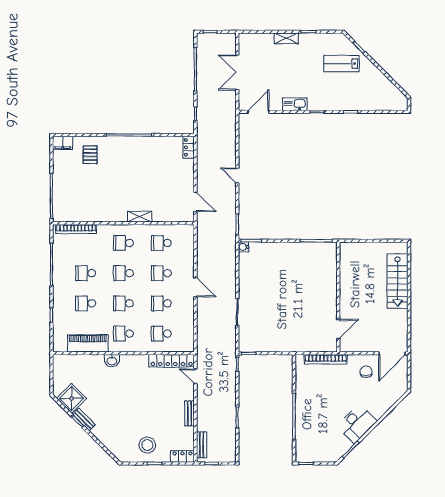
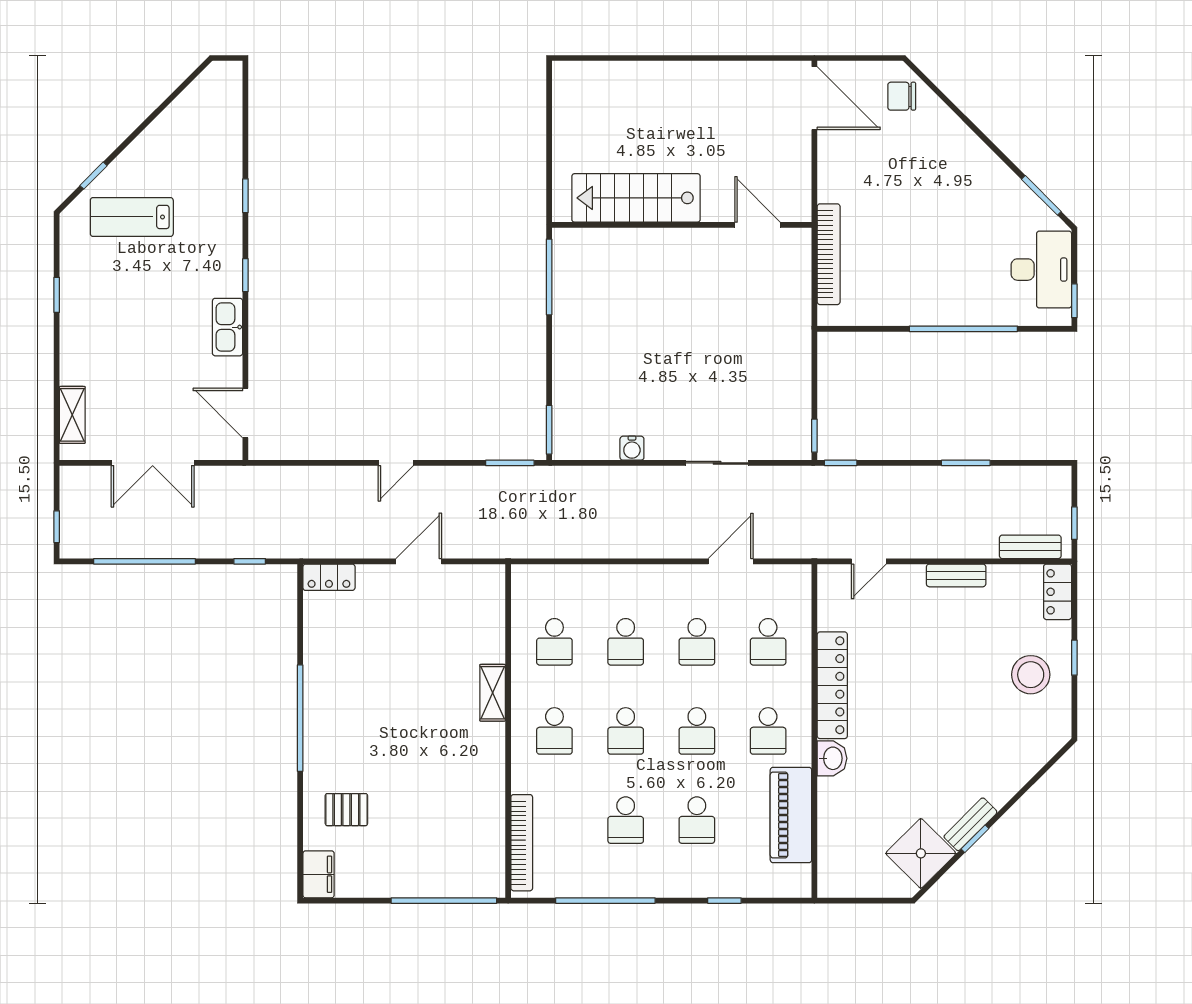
shelving: (286, 38) -> (72, 415), moved
lab bench: (342, 64) -> (132, 217), turned 90
door: (195, 202) -> (419, 561), moved
water cooler: (243, 247) -> (632, 448), moved
stairs: (398, 281) -> (636, 198), moved, turned 180
door: (195, 287) -> (731, 561), moved
locker: (172, 361) -> (832, 685), moved
chair: (366, 372) -> (902, 96), moved
desk: (357, 424) -> (1041, 270), moved, turned 45

